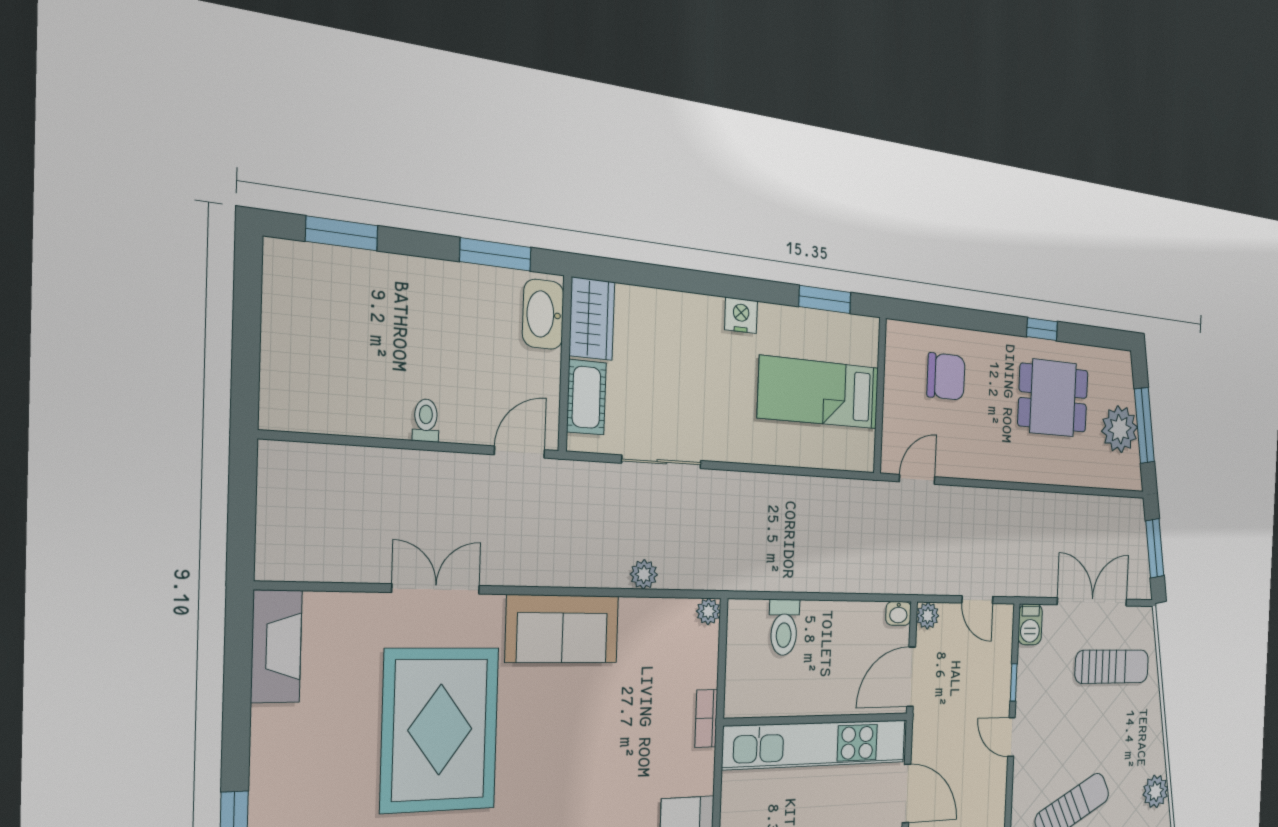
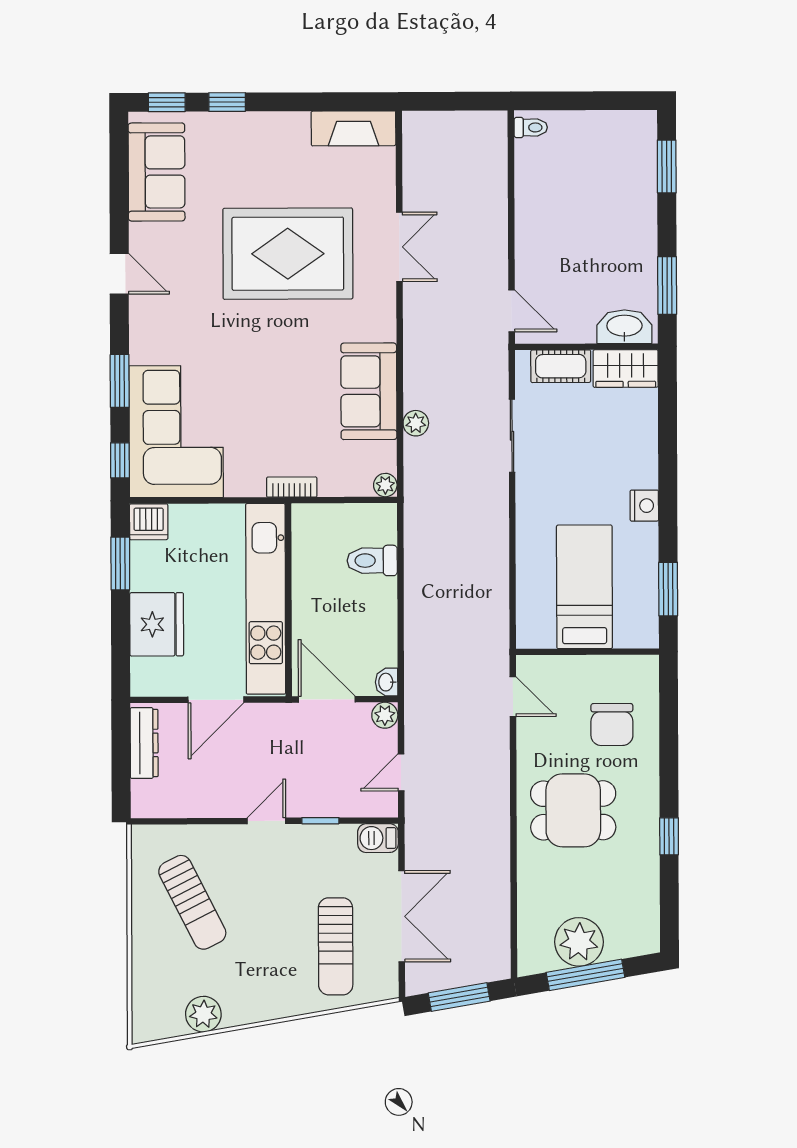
dining table: (1053, 398) -> (573, 810), moved, turned 90
toilet: (426, 420) -> (531, 127), moved
sofa: (563, 629) -> (369, 391), moved

